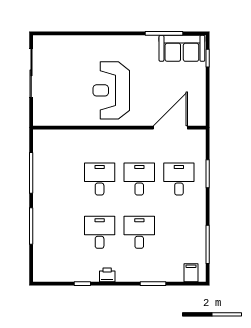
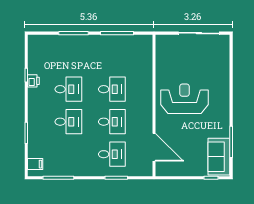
printer: (107, 275) -> (33, 81), moved

